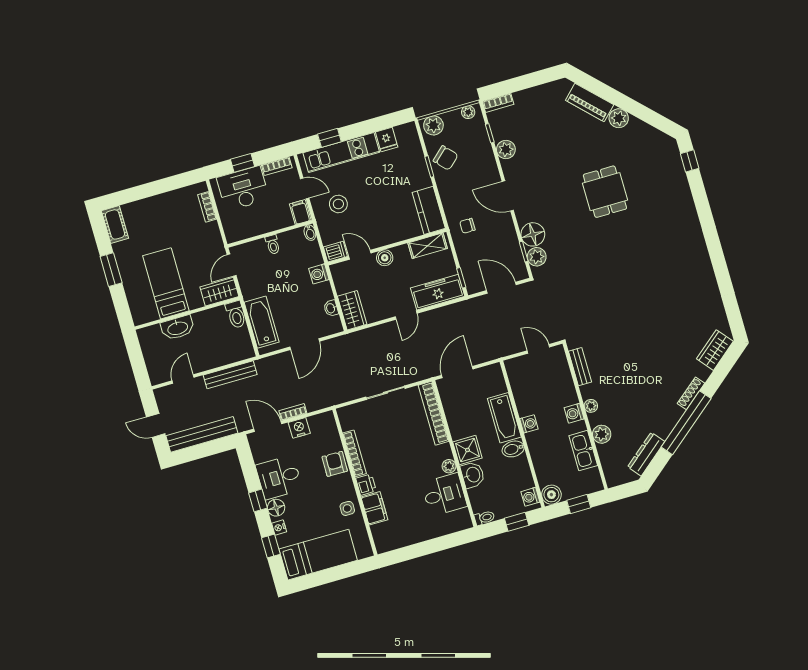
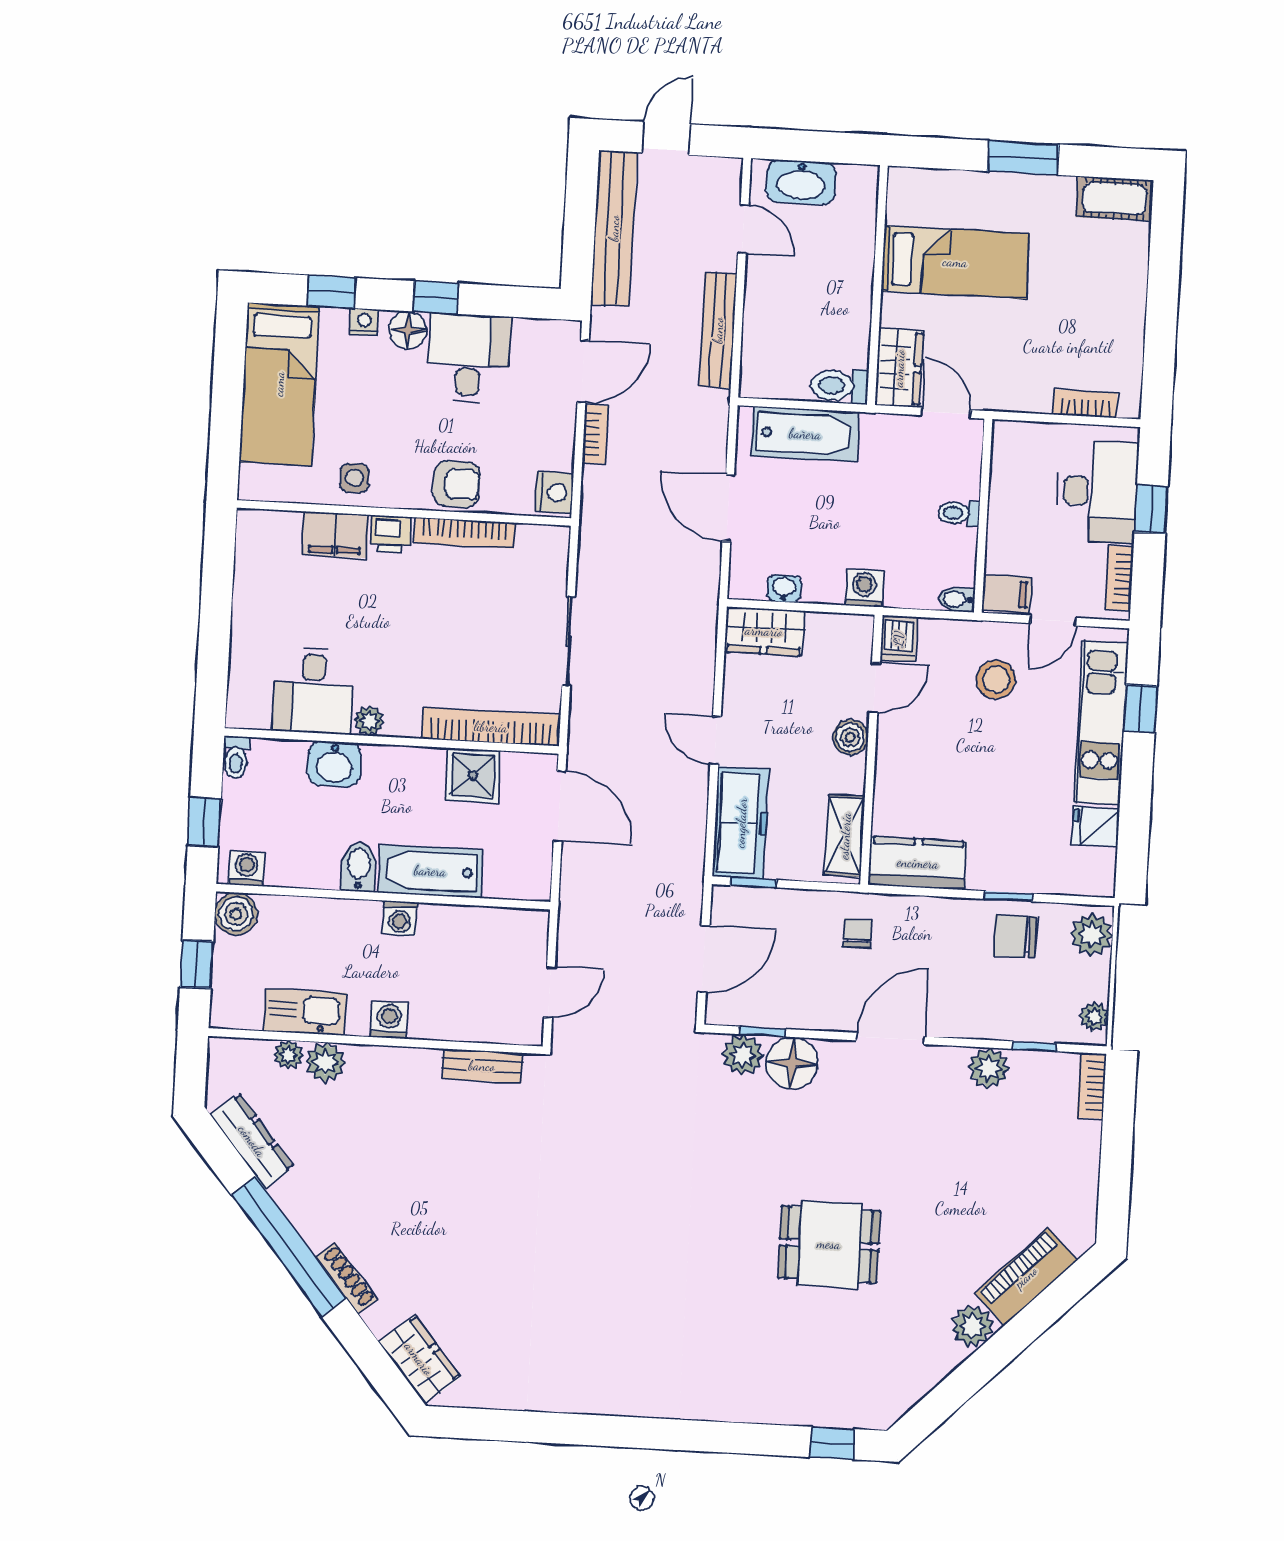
chair: (446, 158) -> (1015, 936), turned 43
washbasin: (178, 328) -> (801, 182), moved, turned -90
plant: (591, 406) -> (288, 1055), moved
nightstand: (299, 428) -> (554, 492), moved
shower: (467, 450) -> (473, 775), moved

